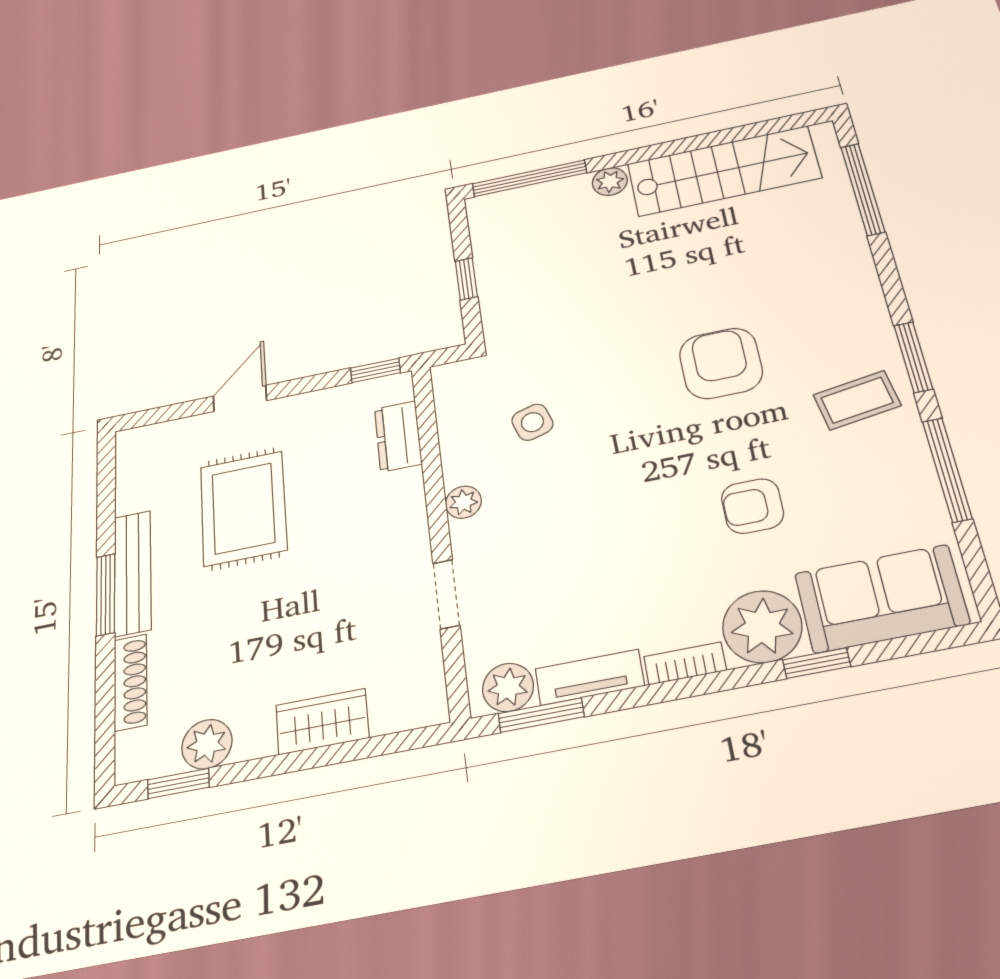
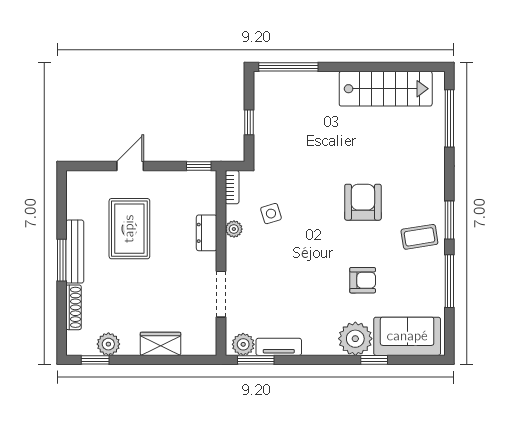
plant: (610, 182) -> (329, 80), removed
dresser: (398, 436) -> (207, 233), moved
plant: (463, 502) -> (234, 229), moved
armchair: (752, 506) -> (363, 280), turned 180
doorway: (446, 594) -> (221, 294), width x1.38
bookcase: (685, 663) -> (232, 187), moved, turned 90

